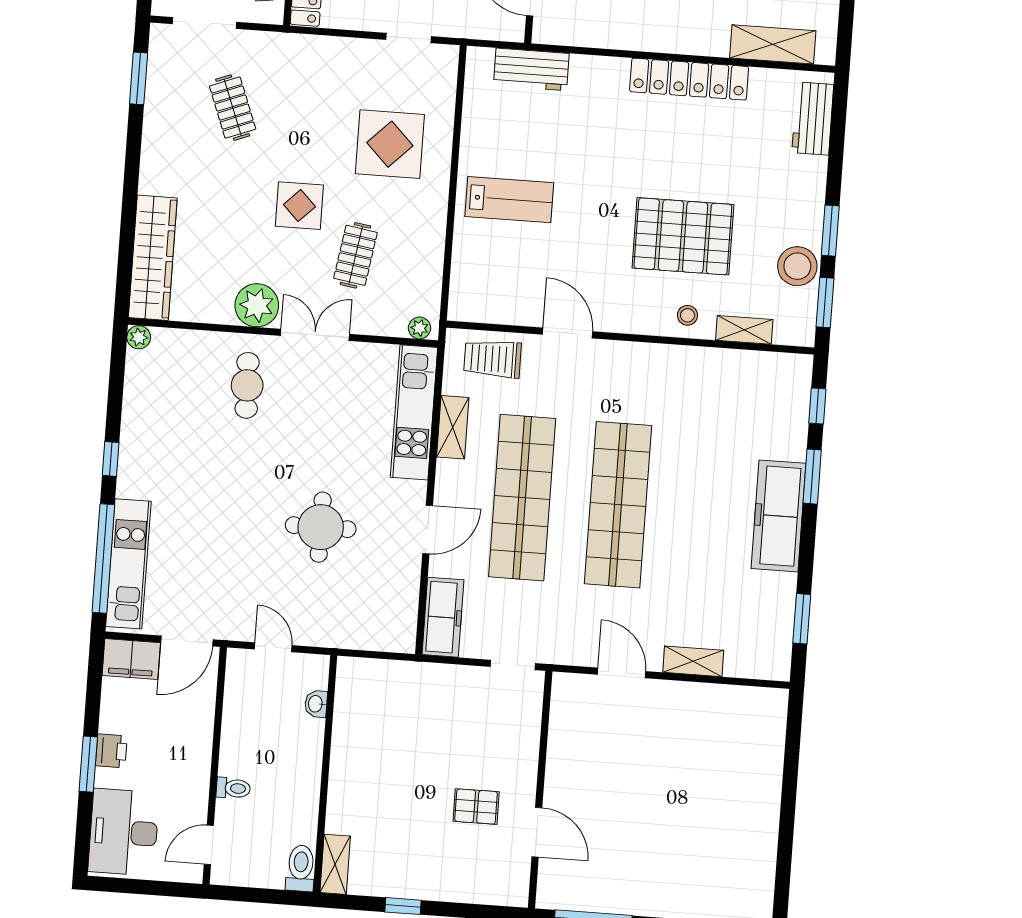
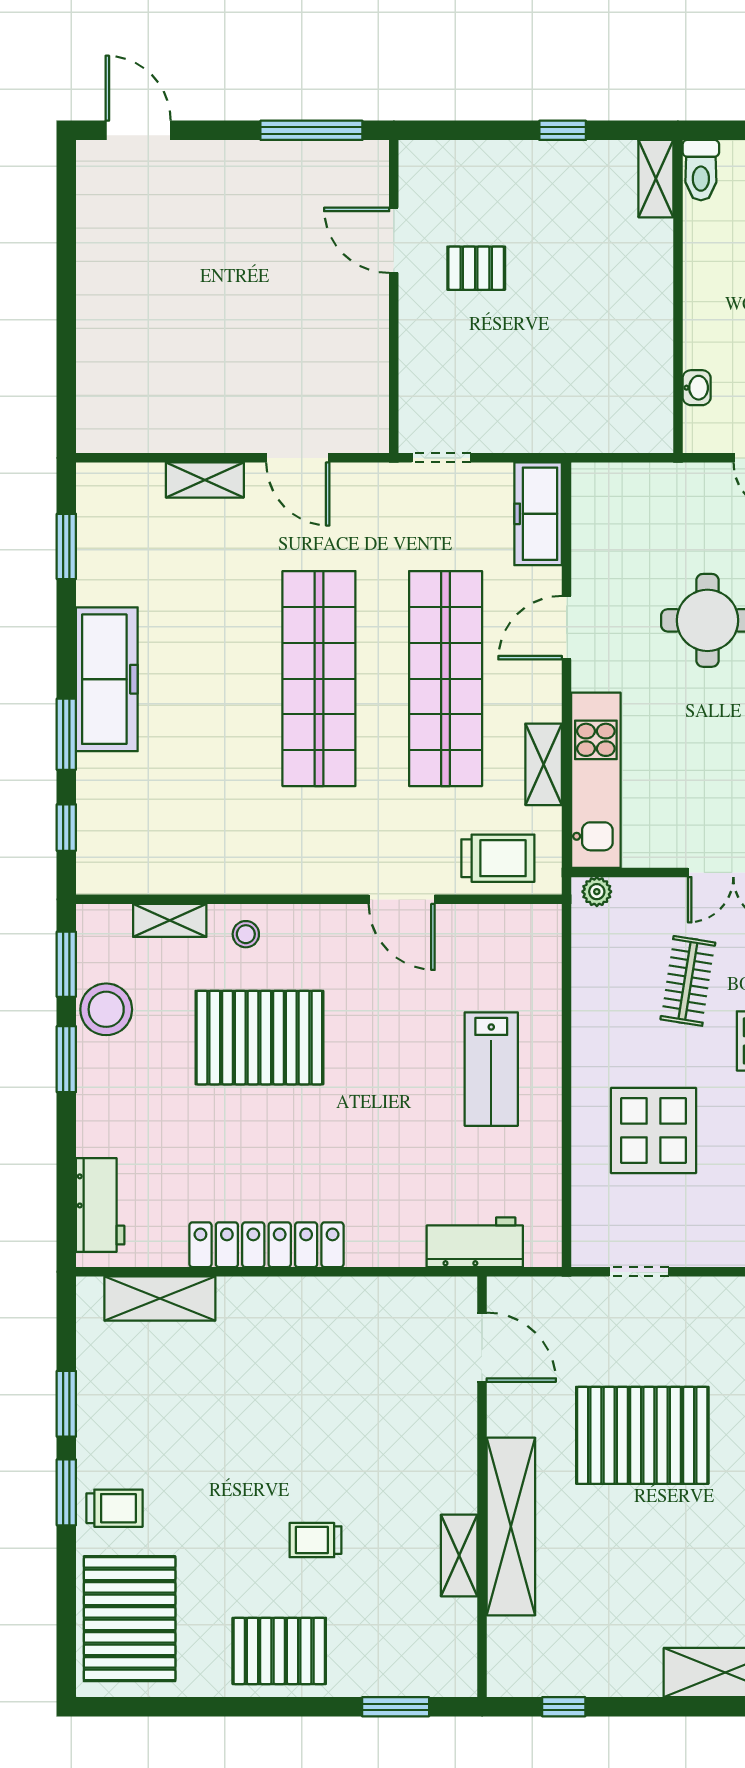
lab bench: (509, 200) -> (491, 1069), turned -90

